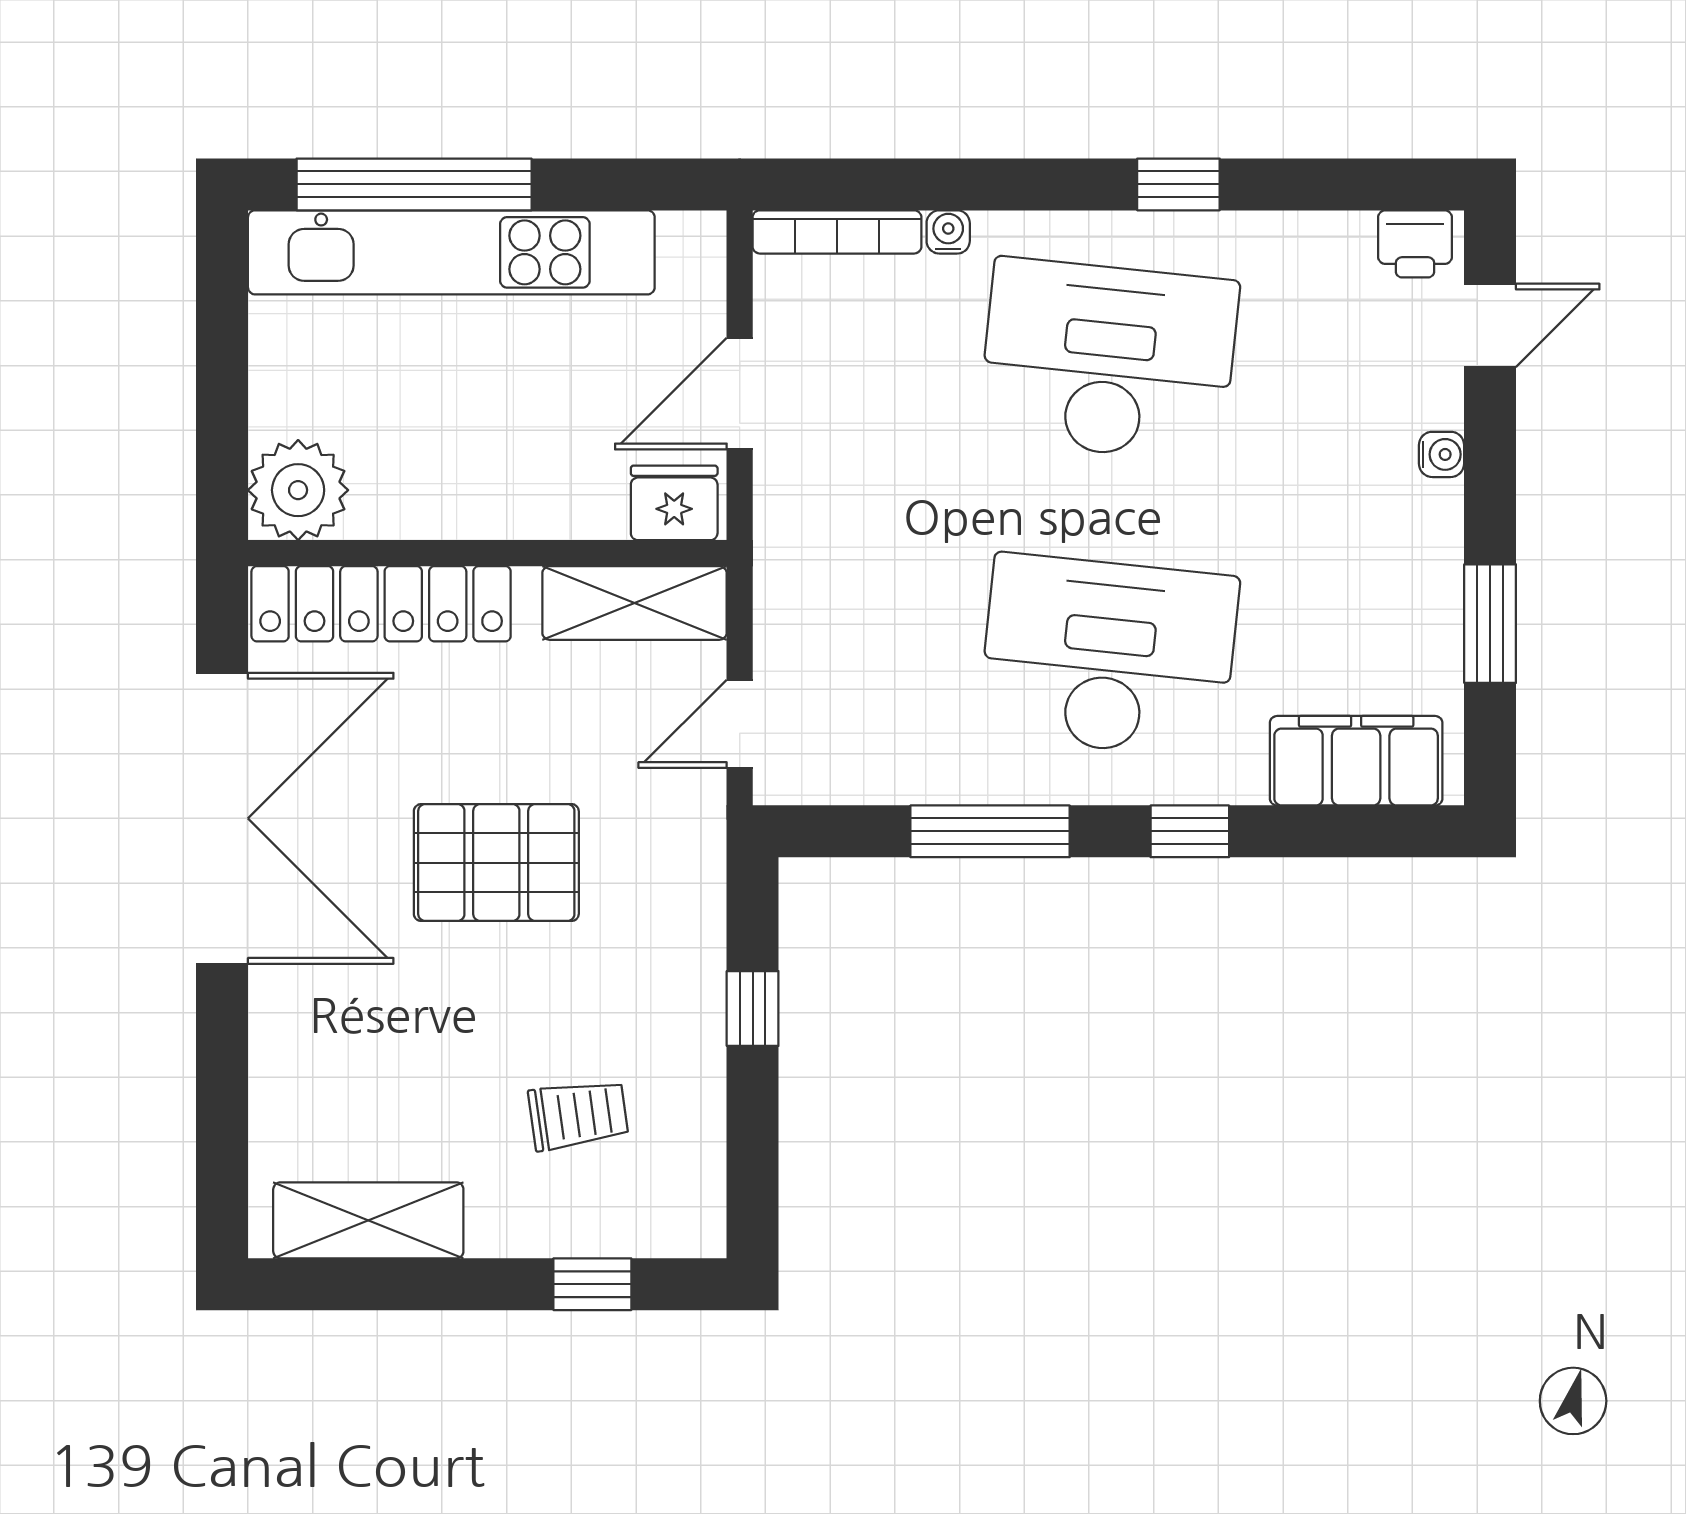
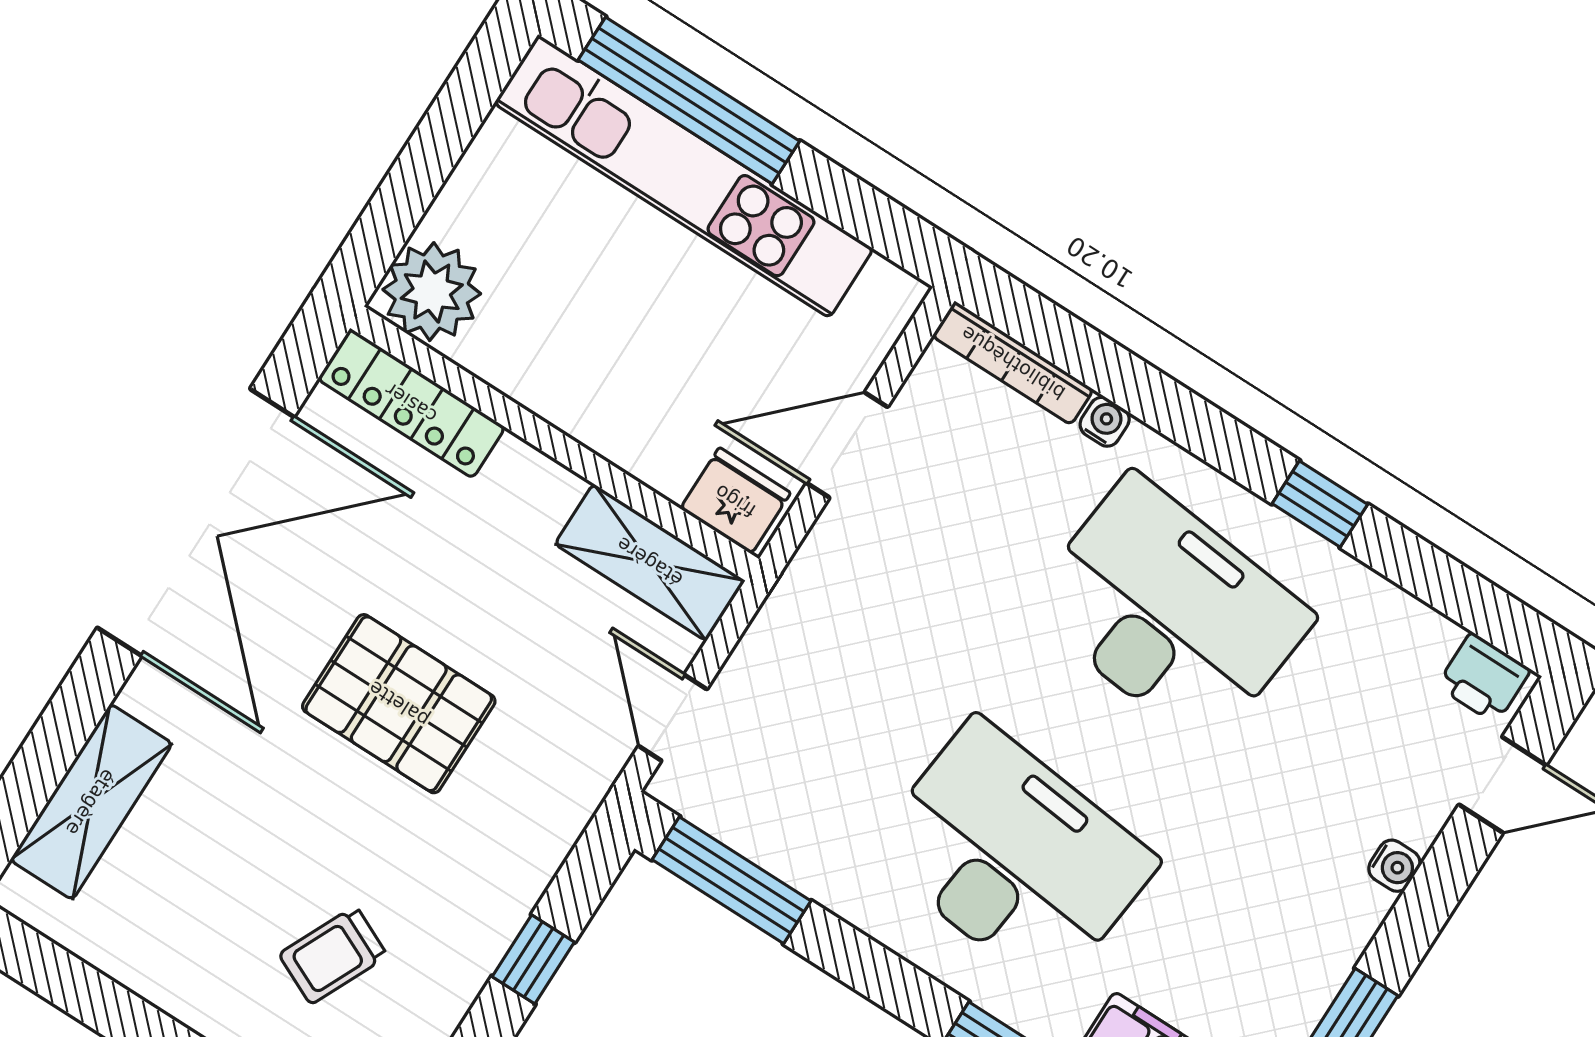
locker: (381, 604) -> (411, 403), width x0.71, depth x0.83
door: (740, 724) -> (673, 718), hinge flipped
window: (990, 831) -> (732, 880), moved
trolley: (578, 1115) -> (333, 955), turned 123
shelving: (368, 1220) -> (91, 802), moved, turned 90

